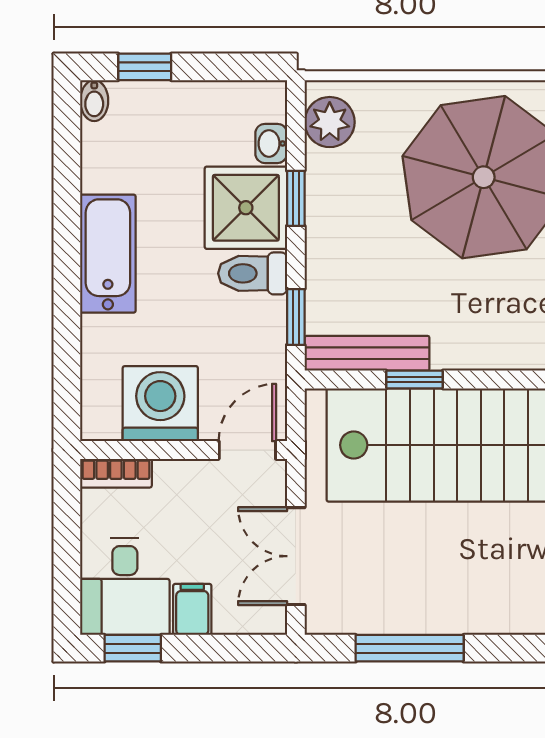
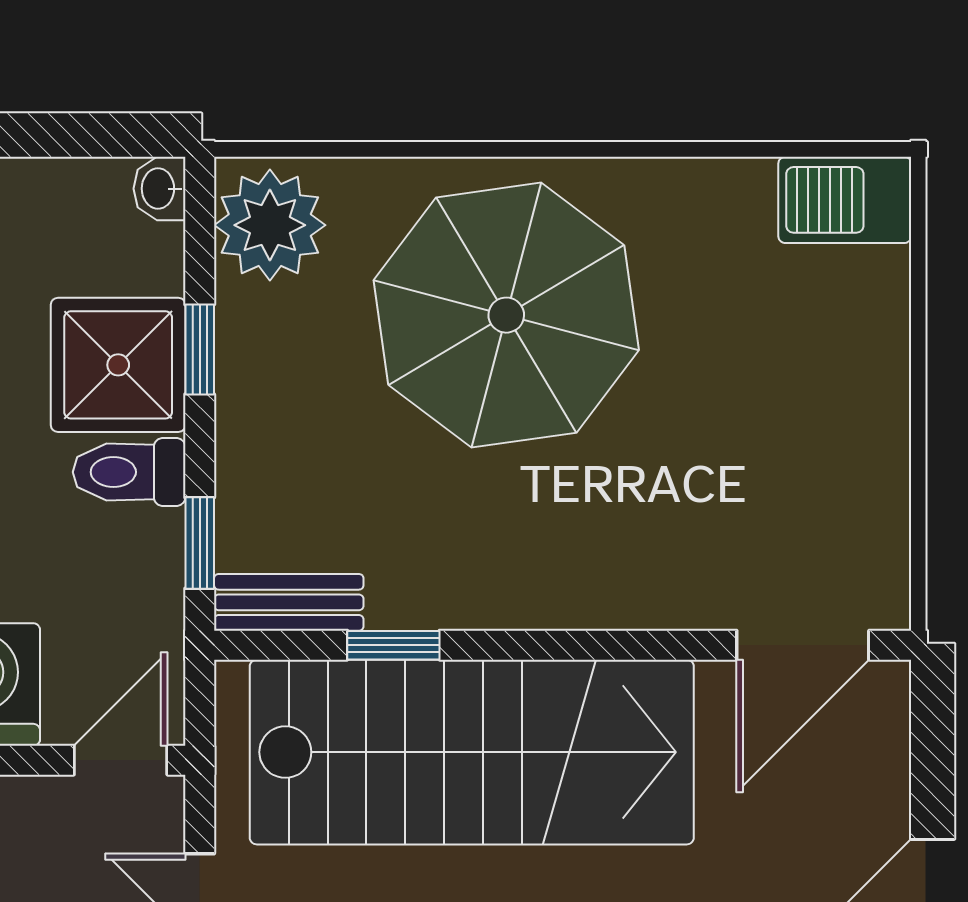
plant: (330, 122) -> (270, 225), width x1.36, depth x1.36
washbasin: (271, 143) -> (160, 189), moved
bench: (367, 353) -> (289, 602), width x0.73

